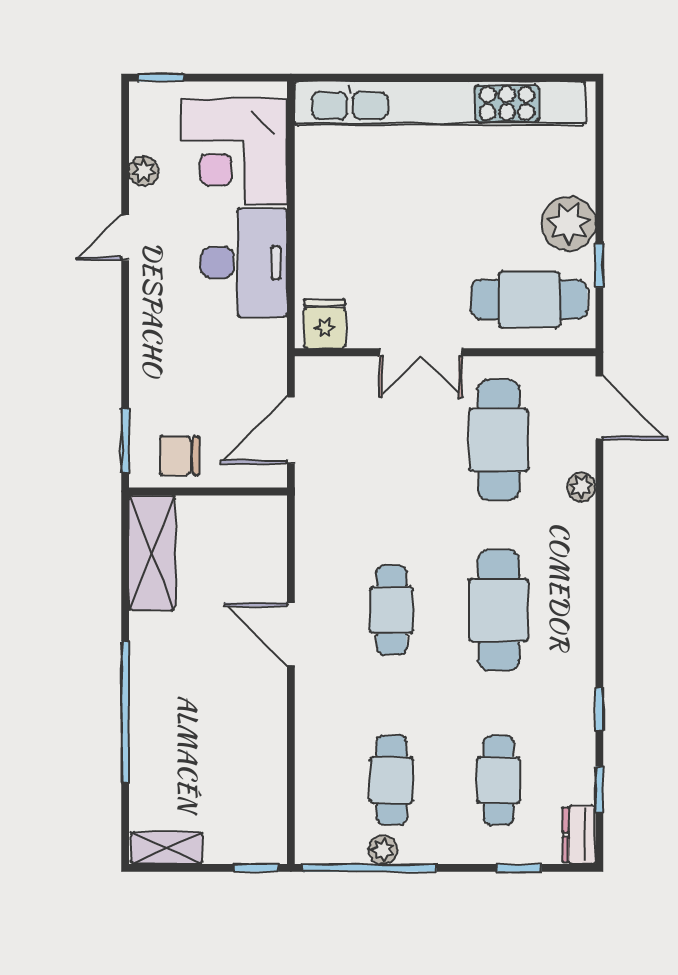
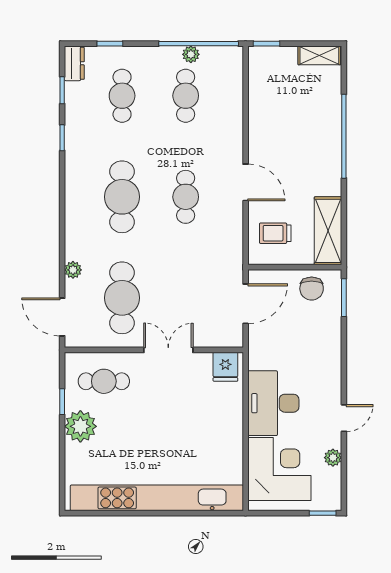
cafe table: (529, 300) -> (104, 381), width x0.73, depth x0.74
chair: (180, 456) -> (312, 289), turned 90
trolley: (241, 549) -> (275, 233), added

